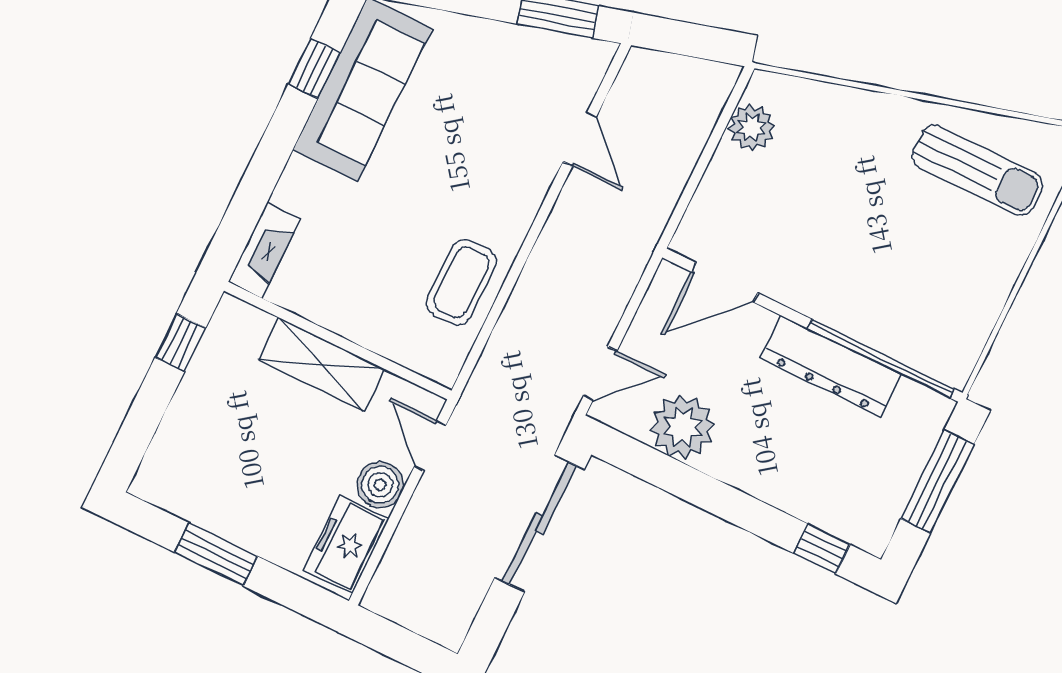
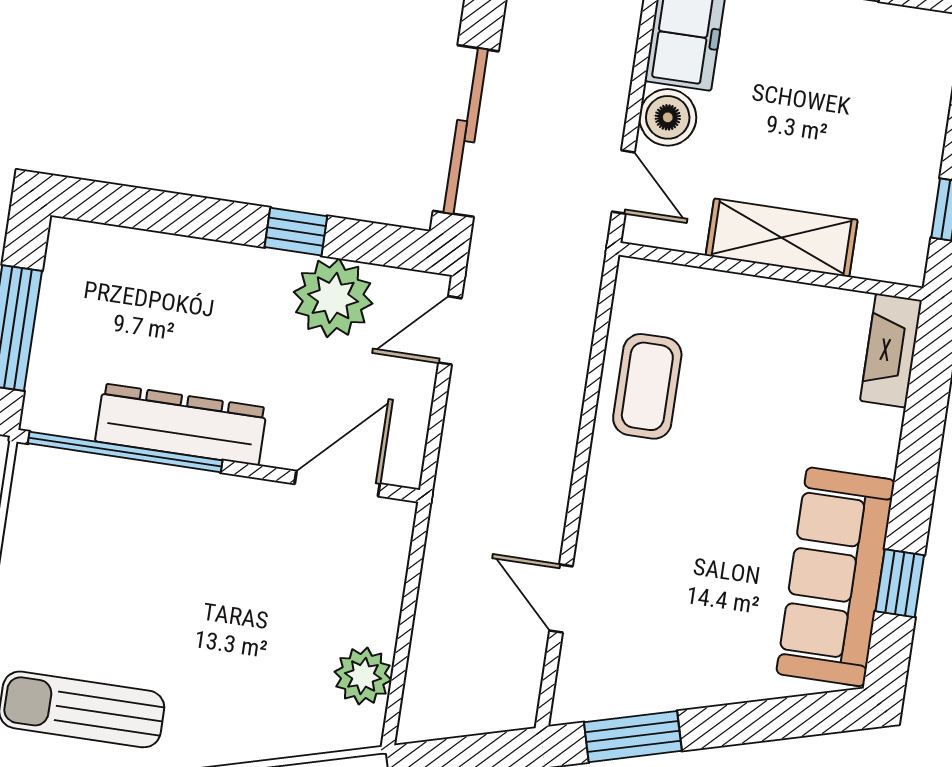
window: (822, 549) -> (296, 232), moved

